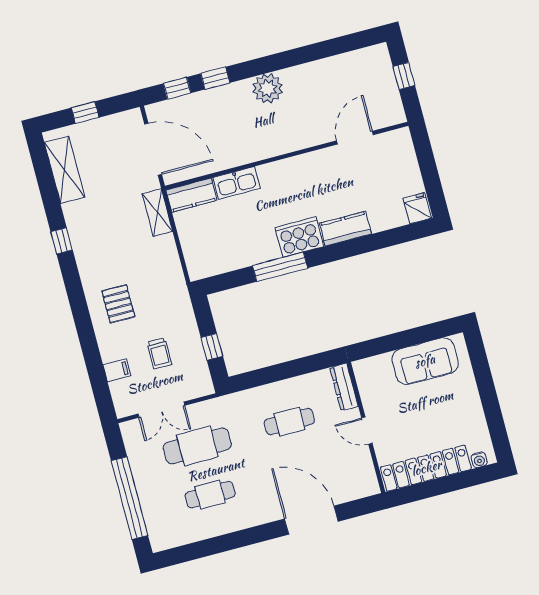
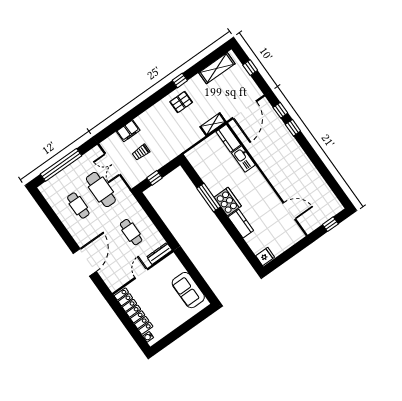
plant: (268, 88) -> (298, 157), removed
pallet: (118, 304) -> (181, 102), moved
filing cabinet: (117, 370) -> (128, 131), width x2.00

